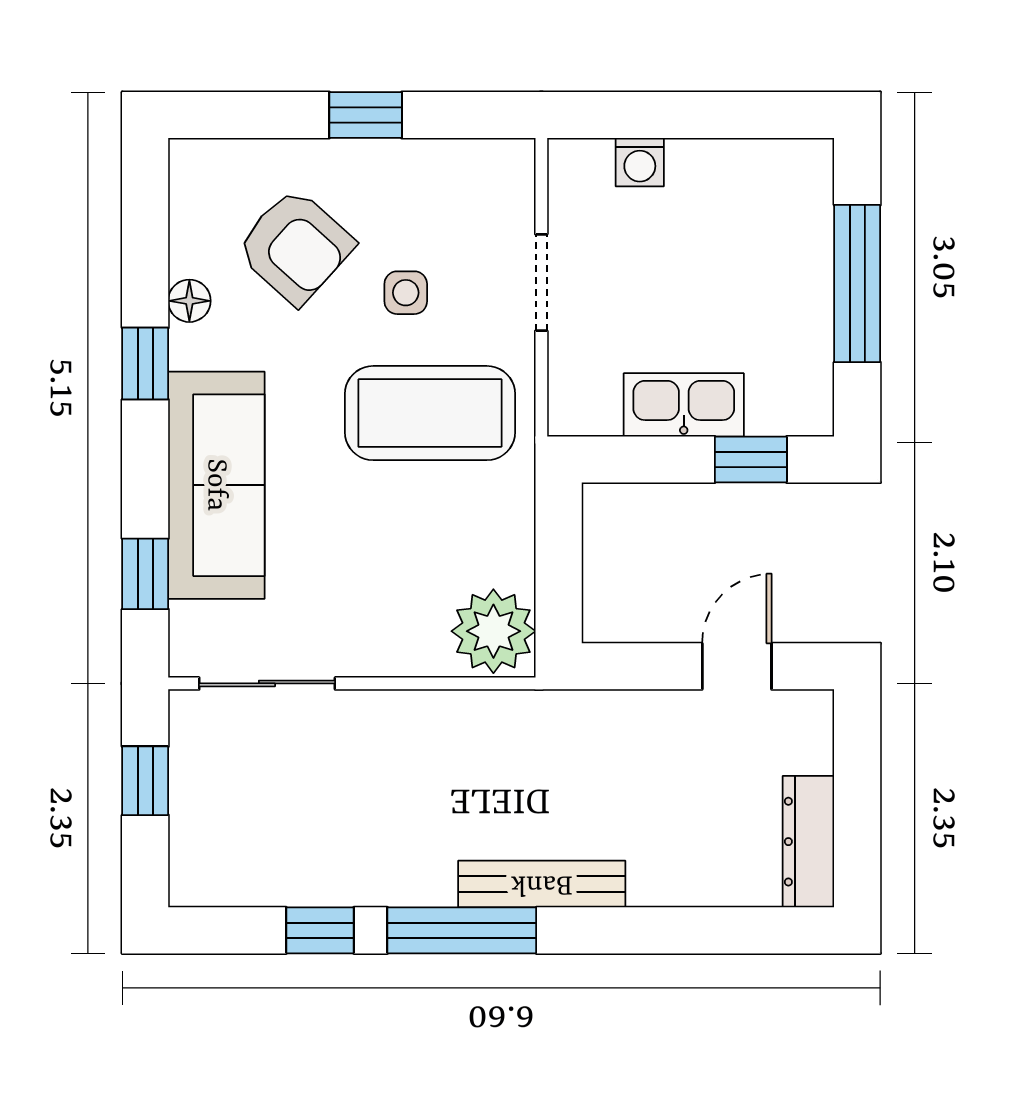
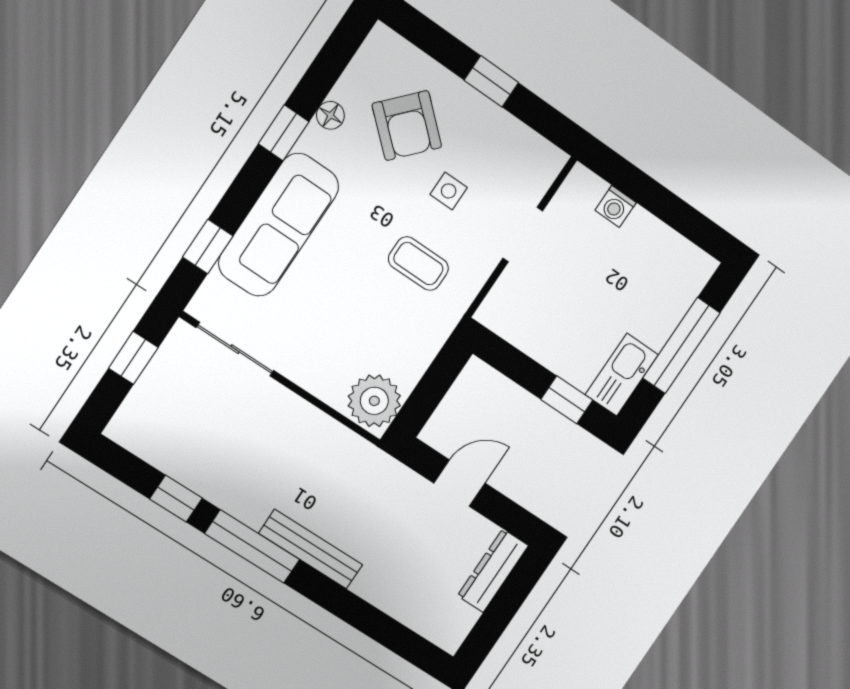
kitchen sink: (684, 405) -> (622, 375), moved, turned -90
coffee table: (430, 413) -> (418, 264), width x0.54, depth x0.58
door: (737, 666) -> (459, 483), moved
dresser: (808, 842) -> (493, 571), moved

